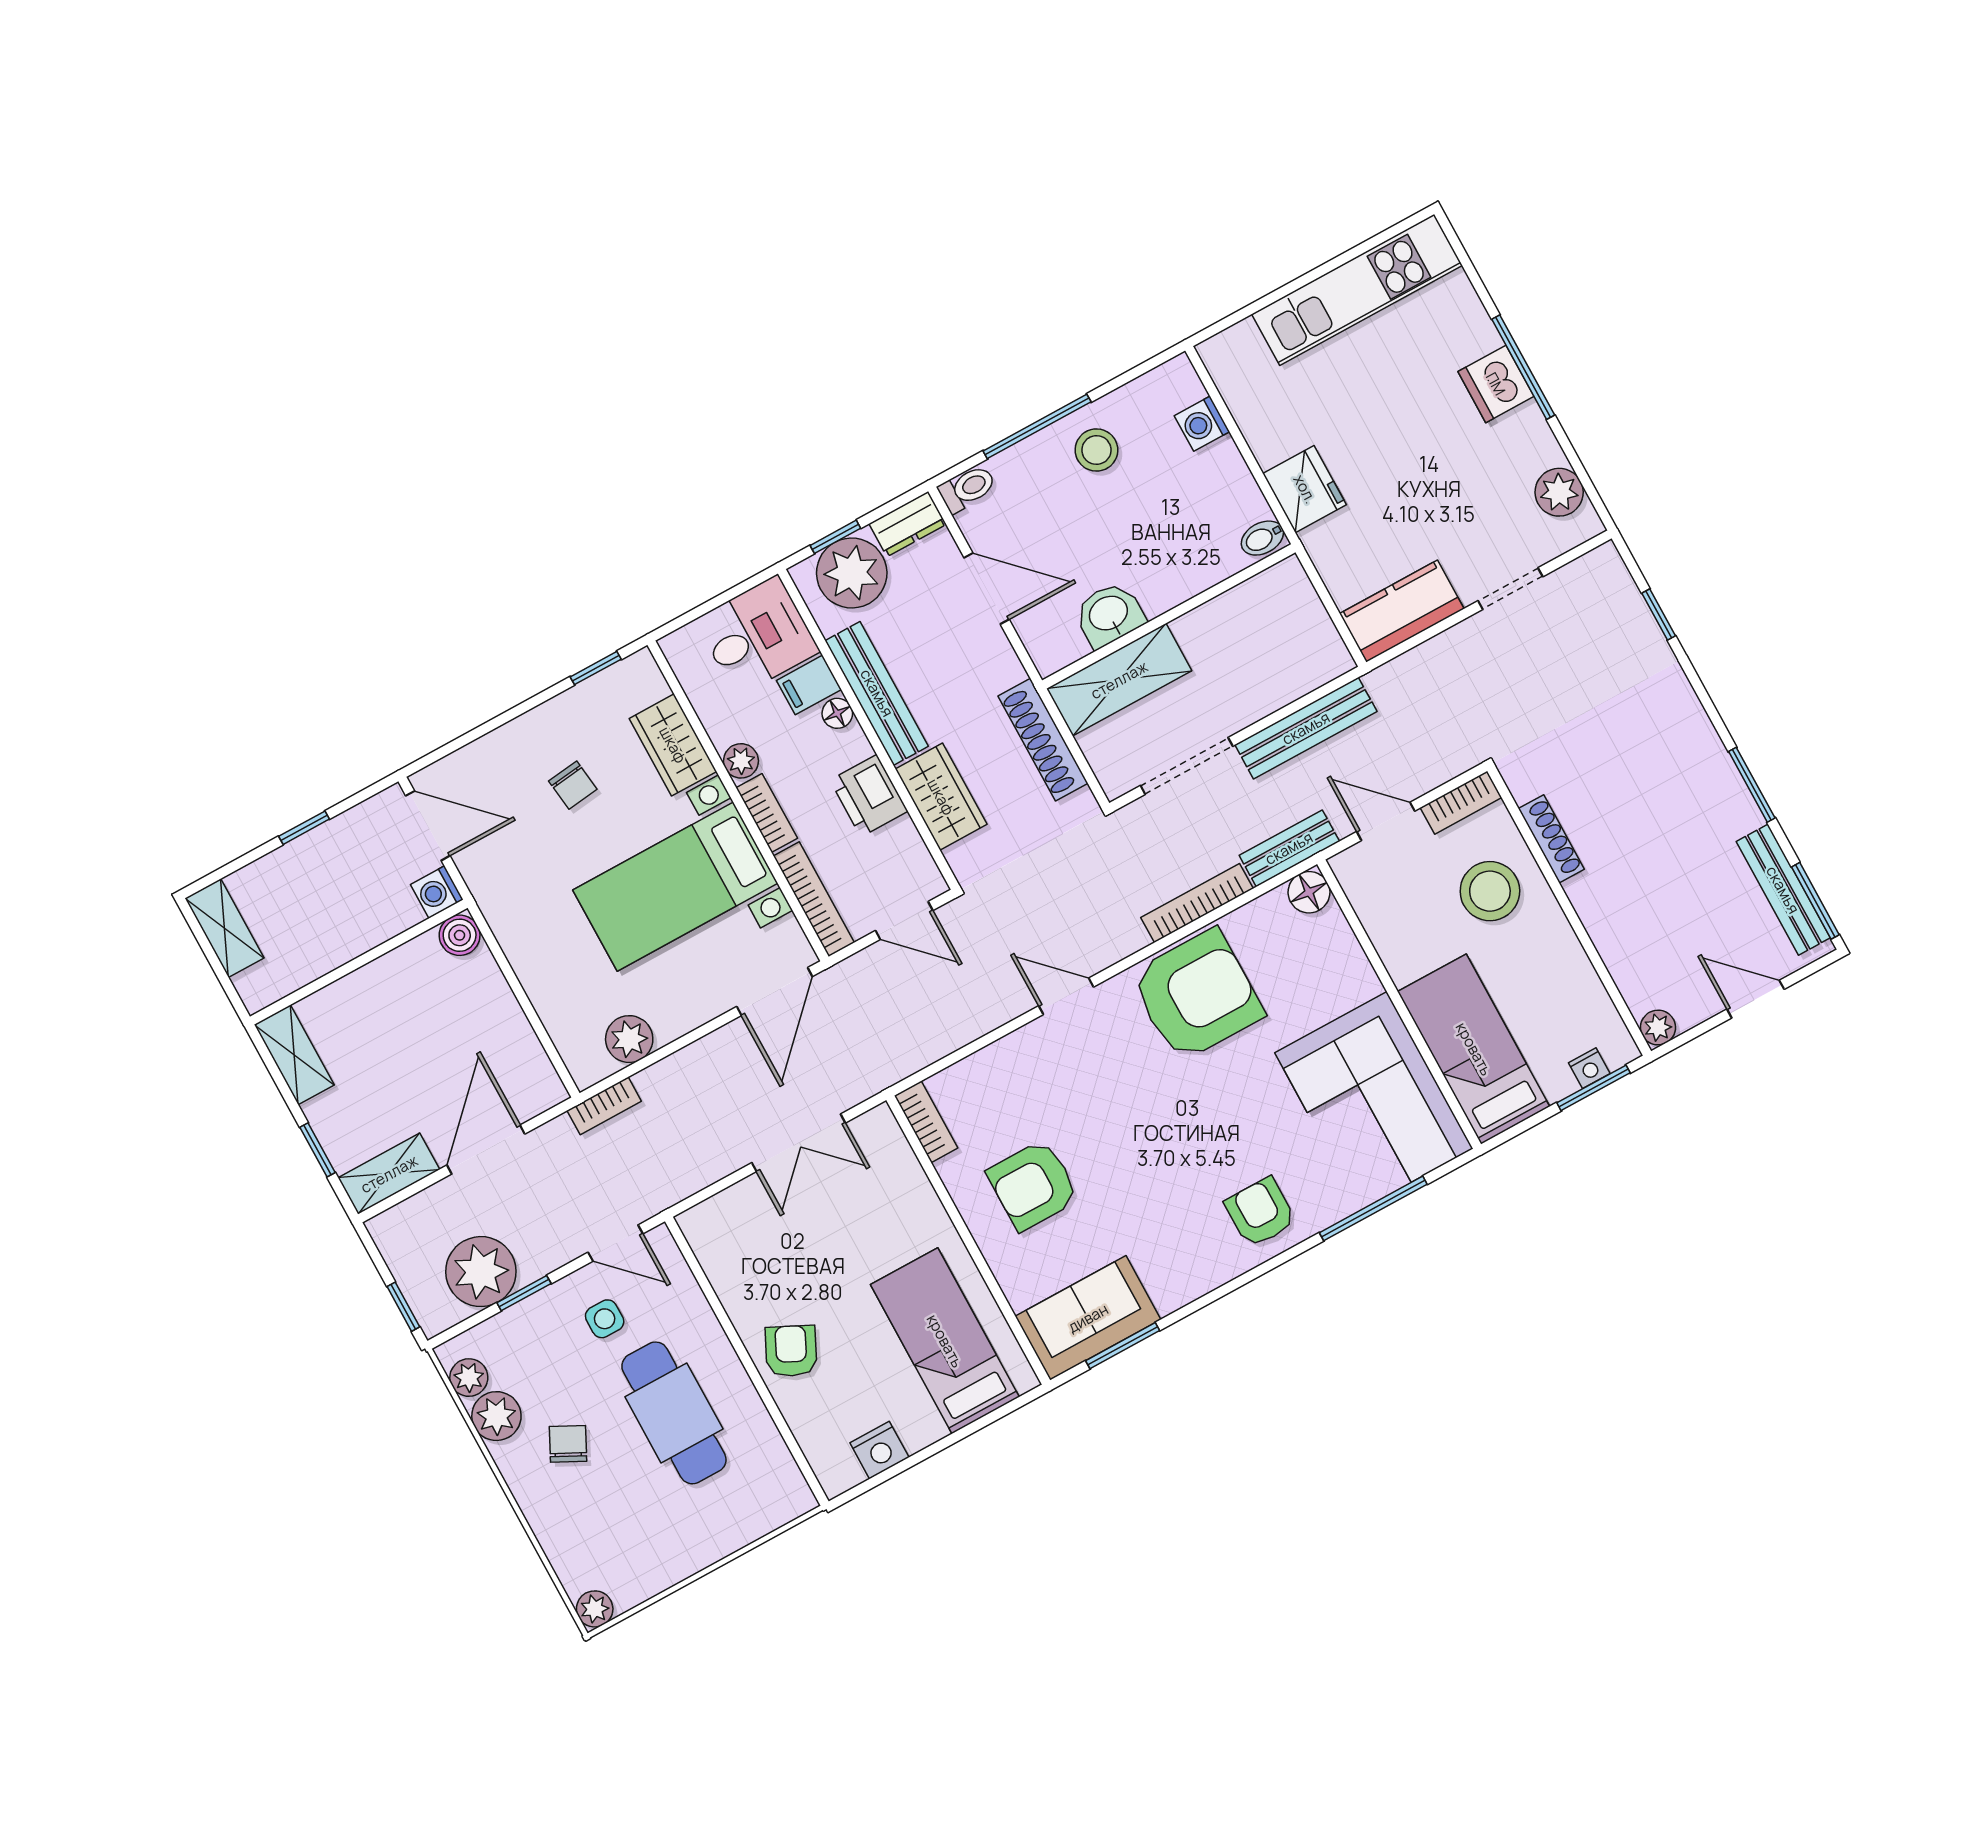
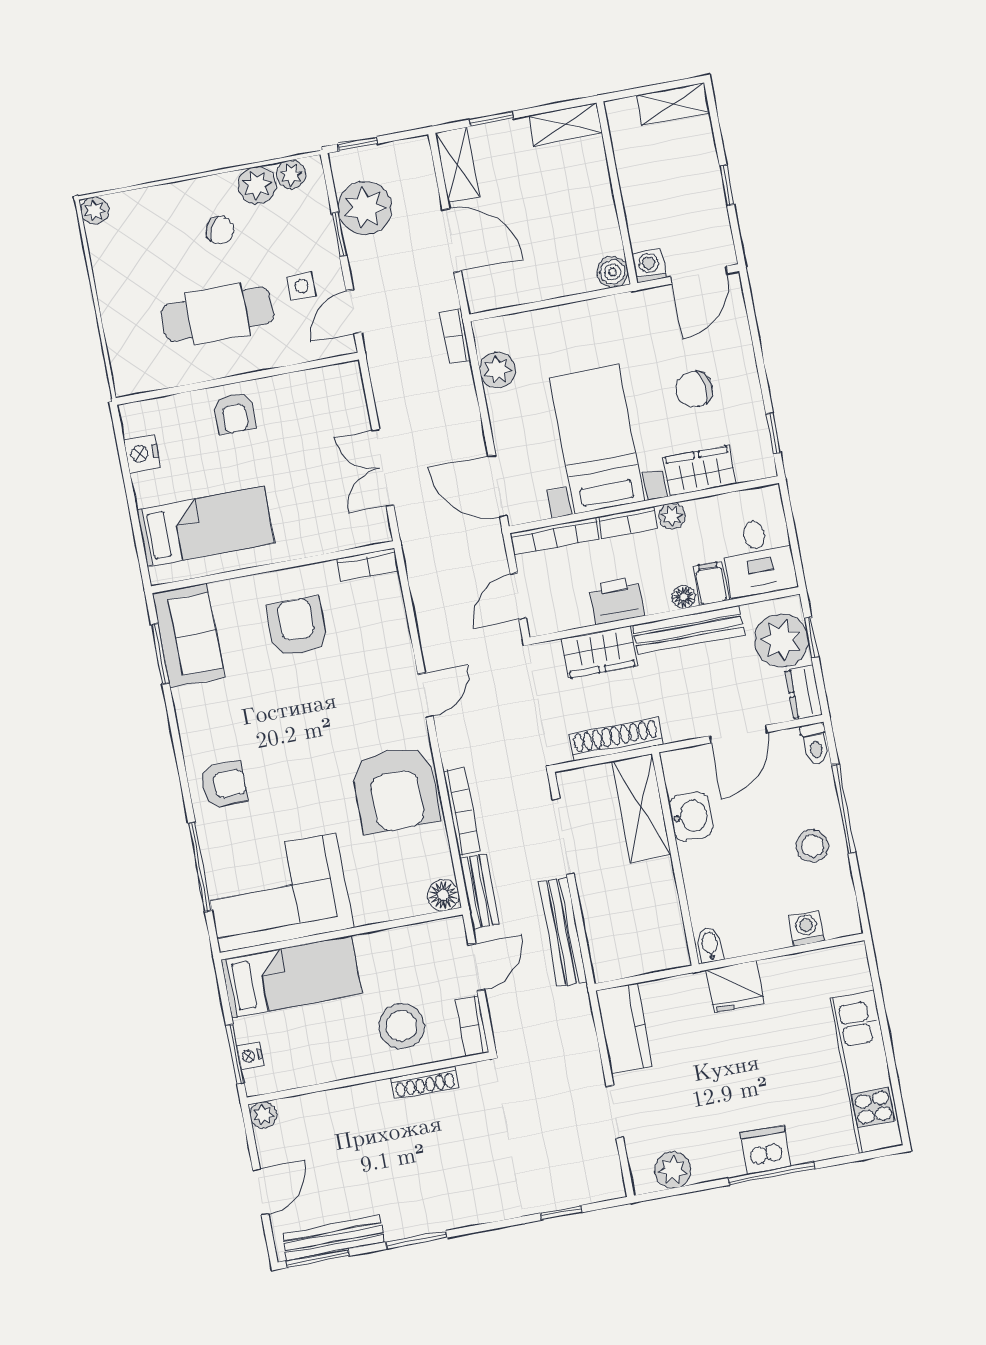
chair: (573, 785) -> (694, 389), width x1.37, depth x1.37
armchair: (791, 1351) -> (234, 413), turned 64

